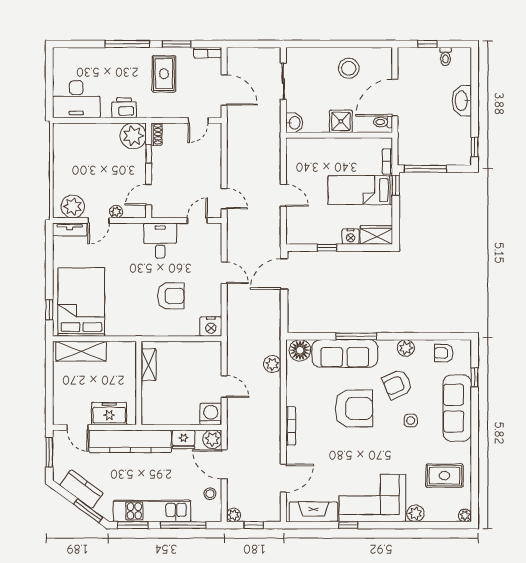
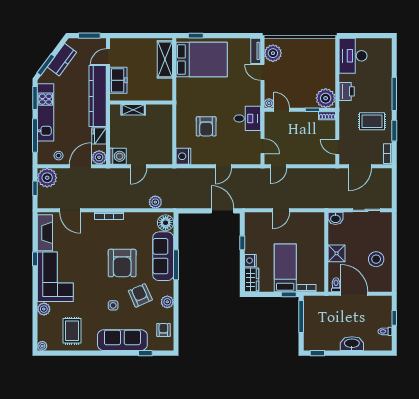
plant: (116, 212) -> (269, 103), moved
shelving: (148, 365) -> (133, 110), moved
plant: (234, 515) -> (47, 178), width x1.88, depth x1.88

